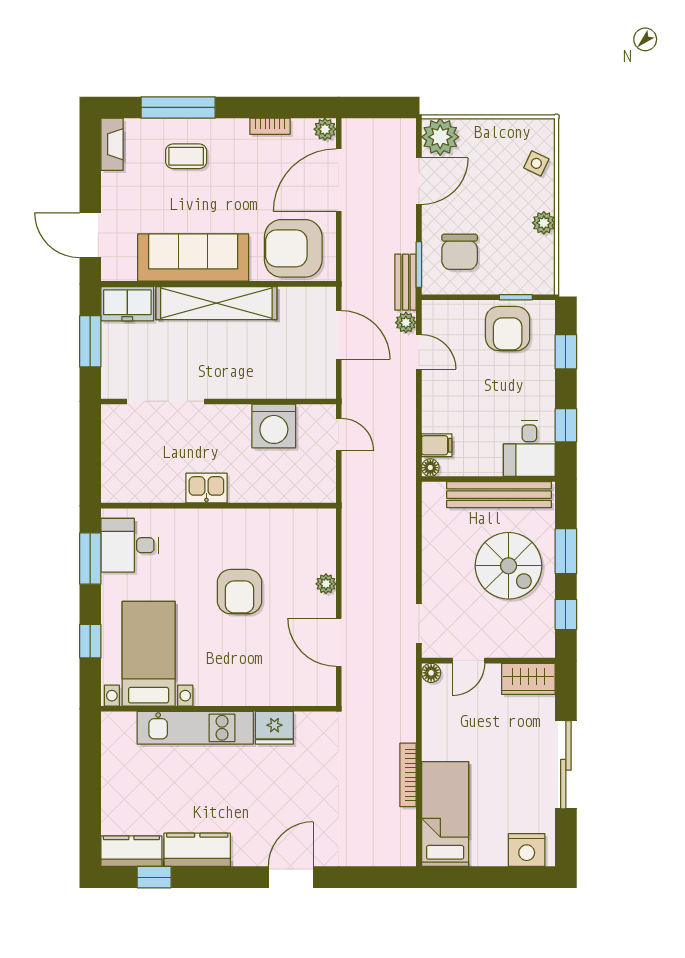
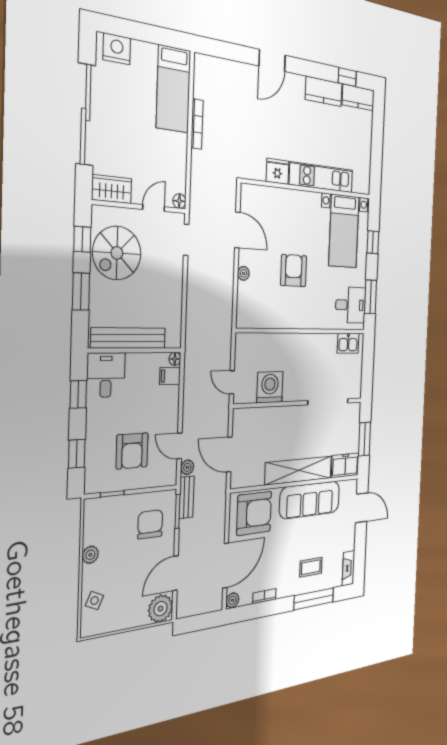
armchair: (508, 329) -> (132, 451), moved, turned 180
kitchen sink: (206, 488) -> (348, 343), moved
spiral stairs: (509, 566) -> (117, 253), moved, turned -90
sliding door: (566, 765) -> (86, 115), width x1.36

